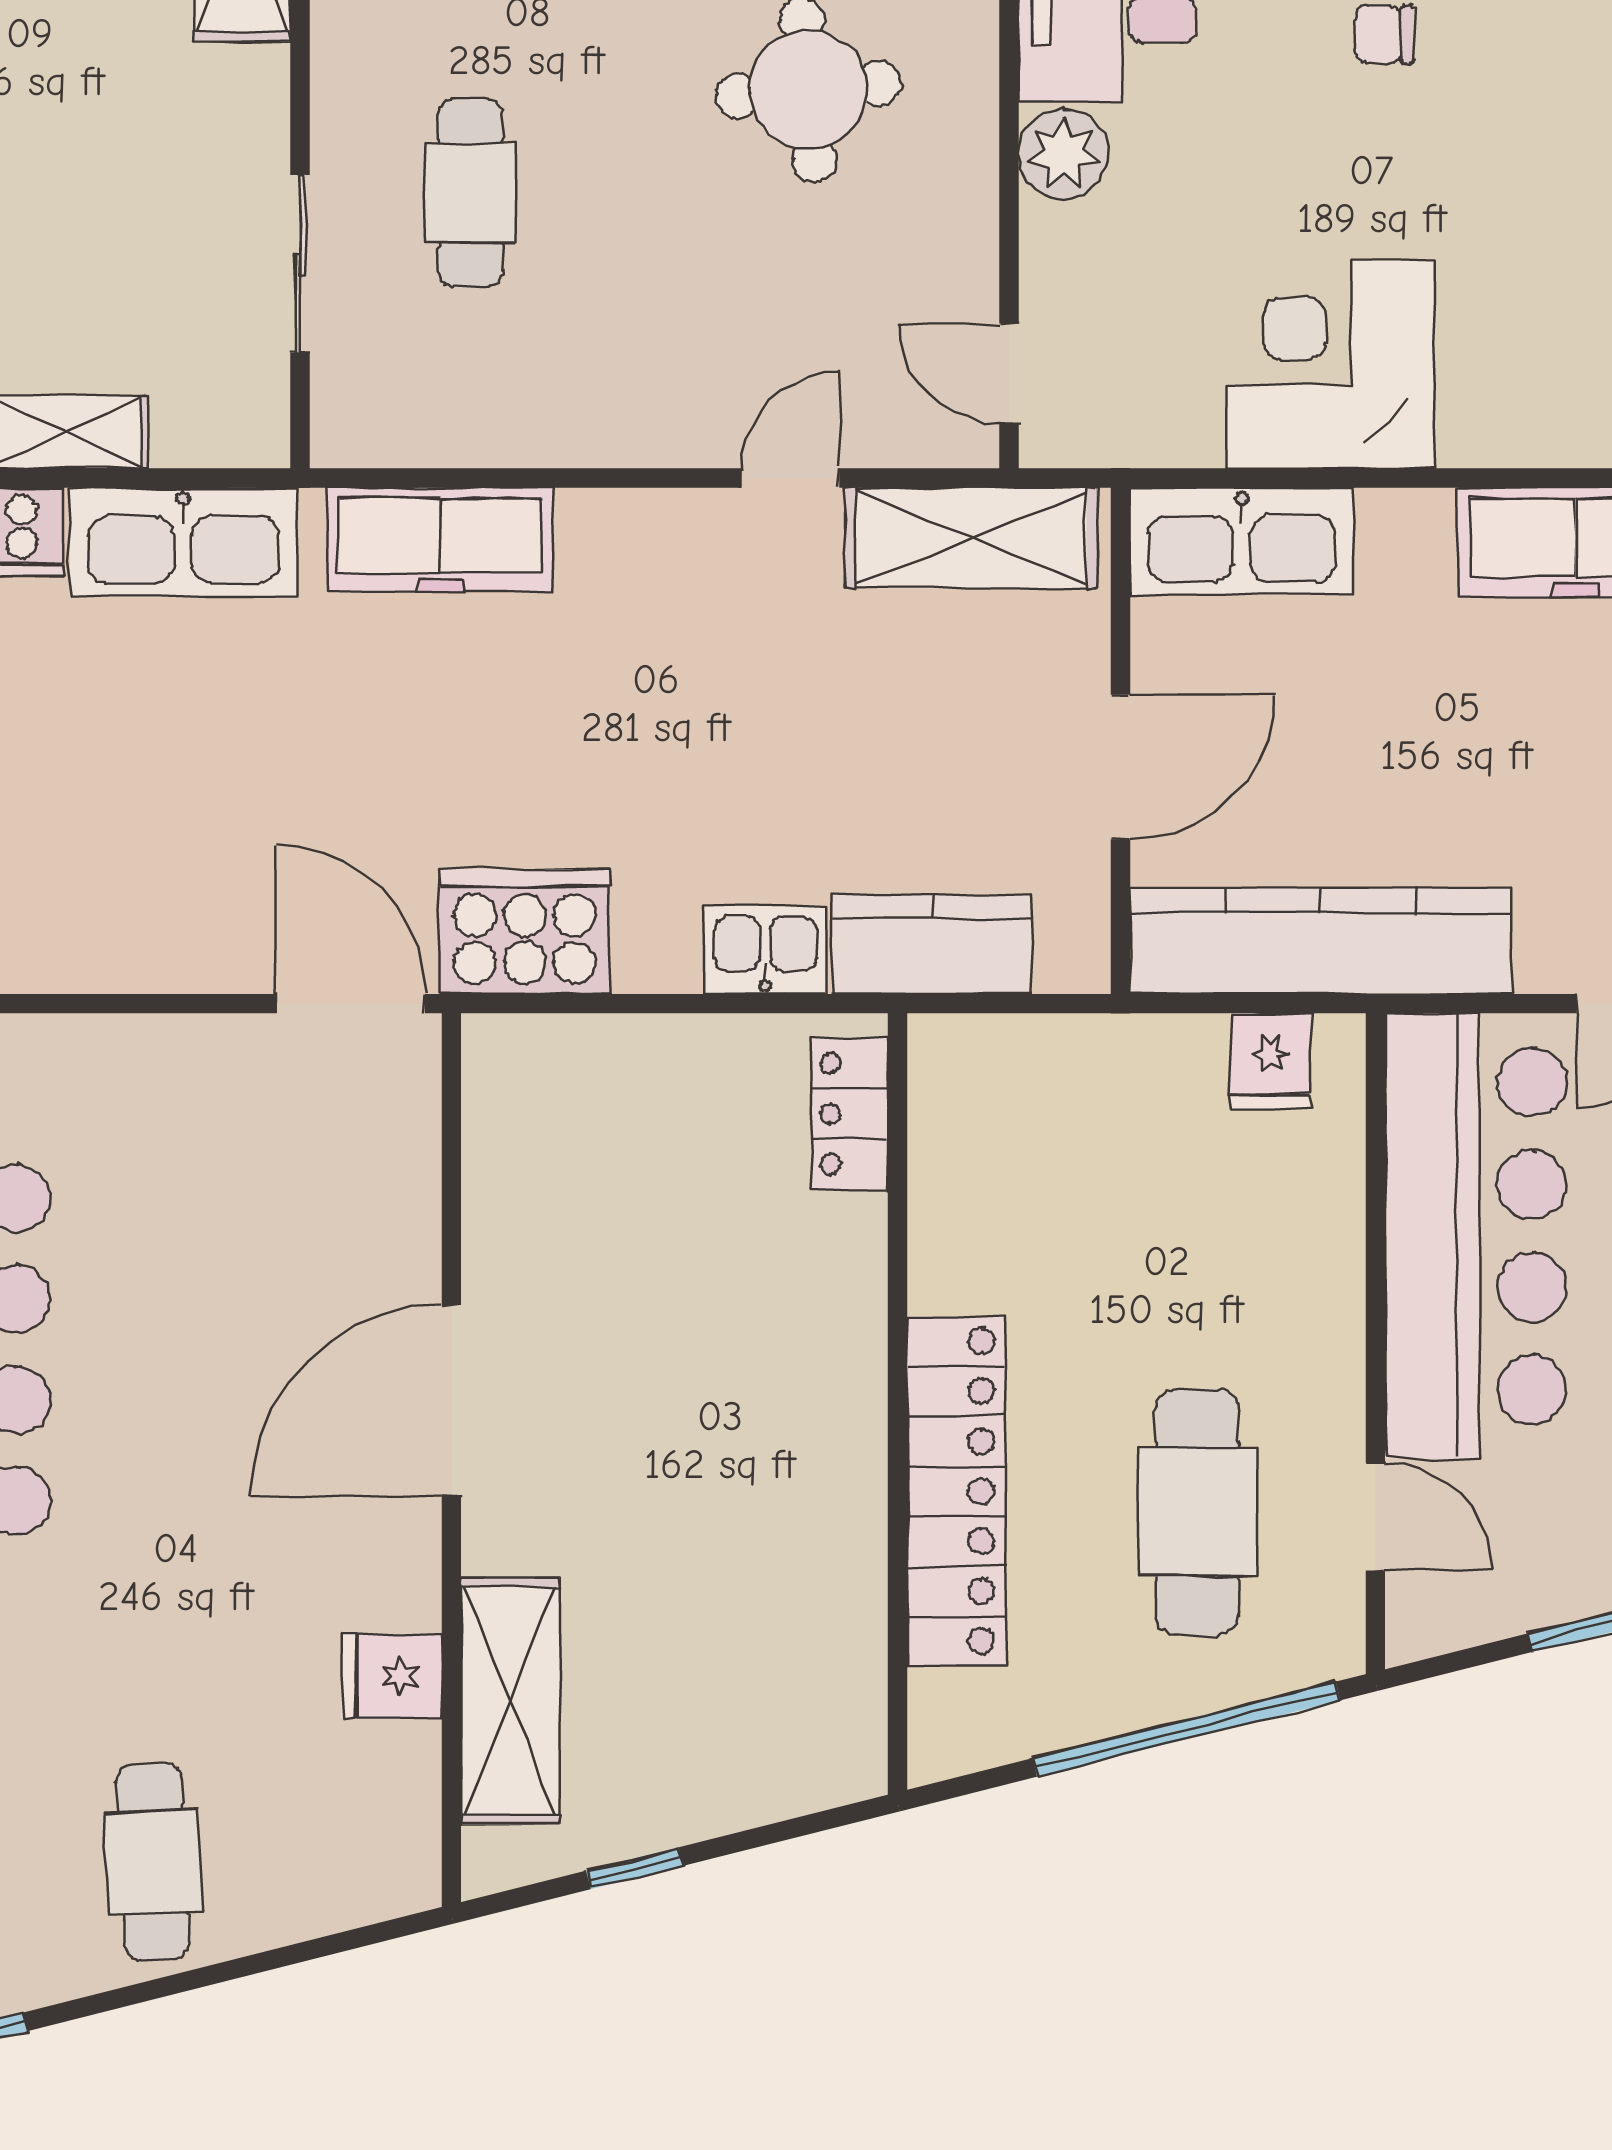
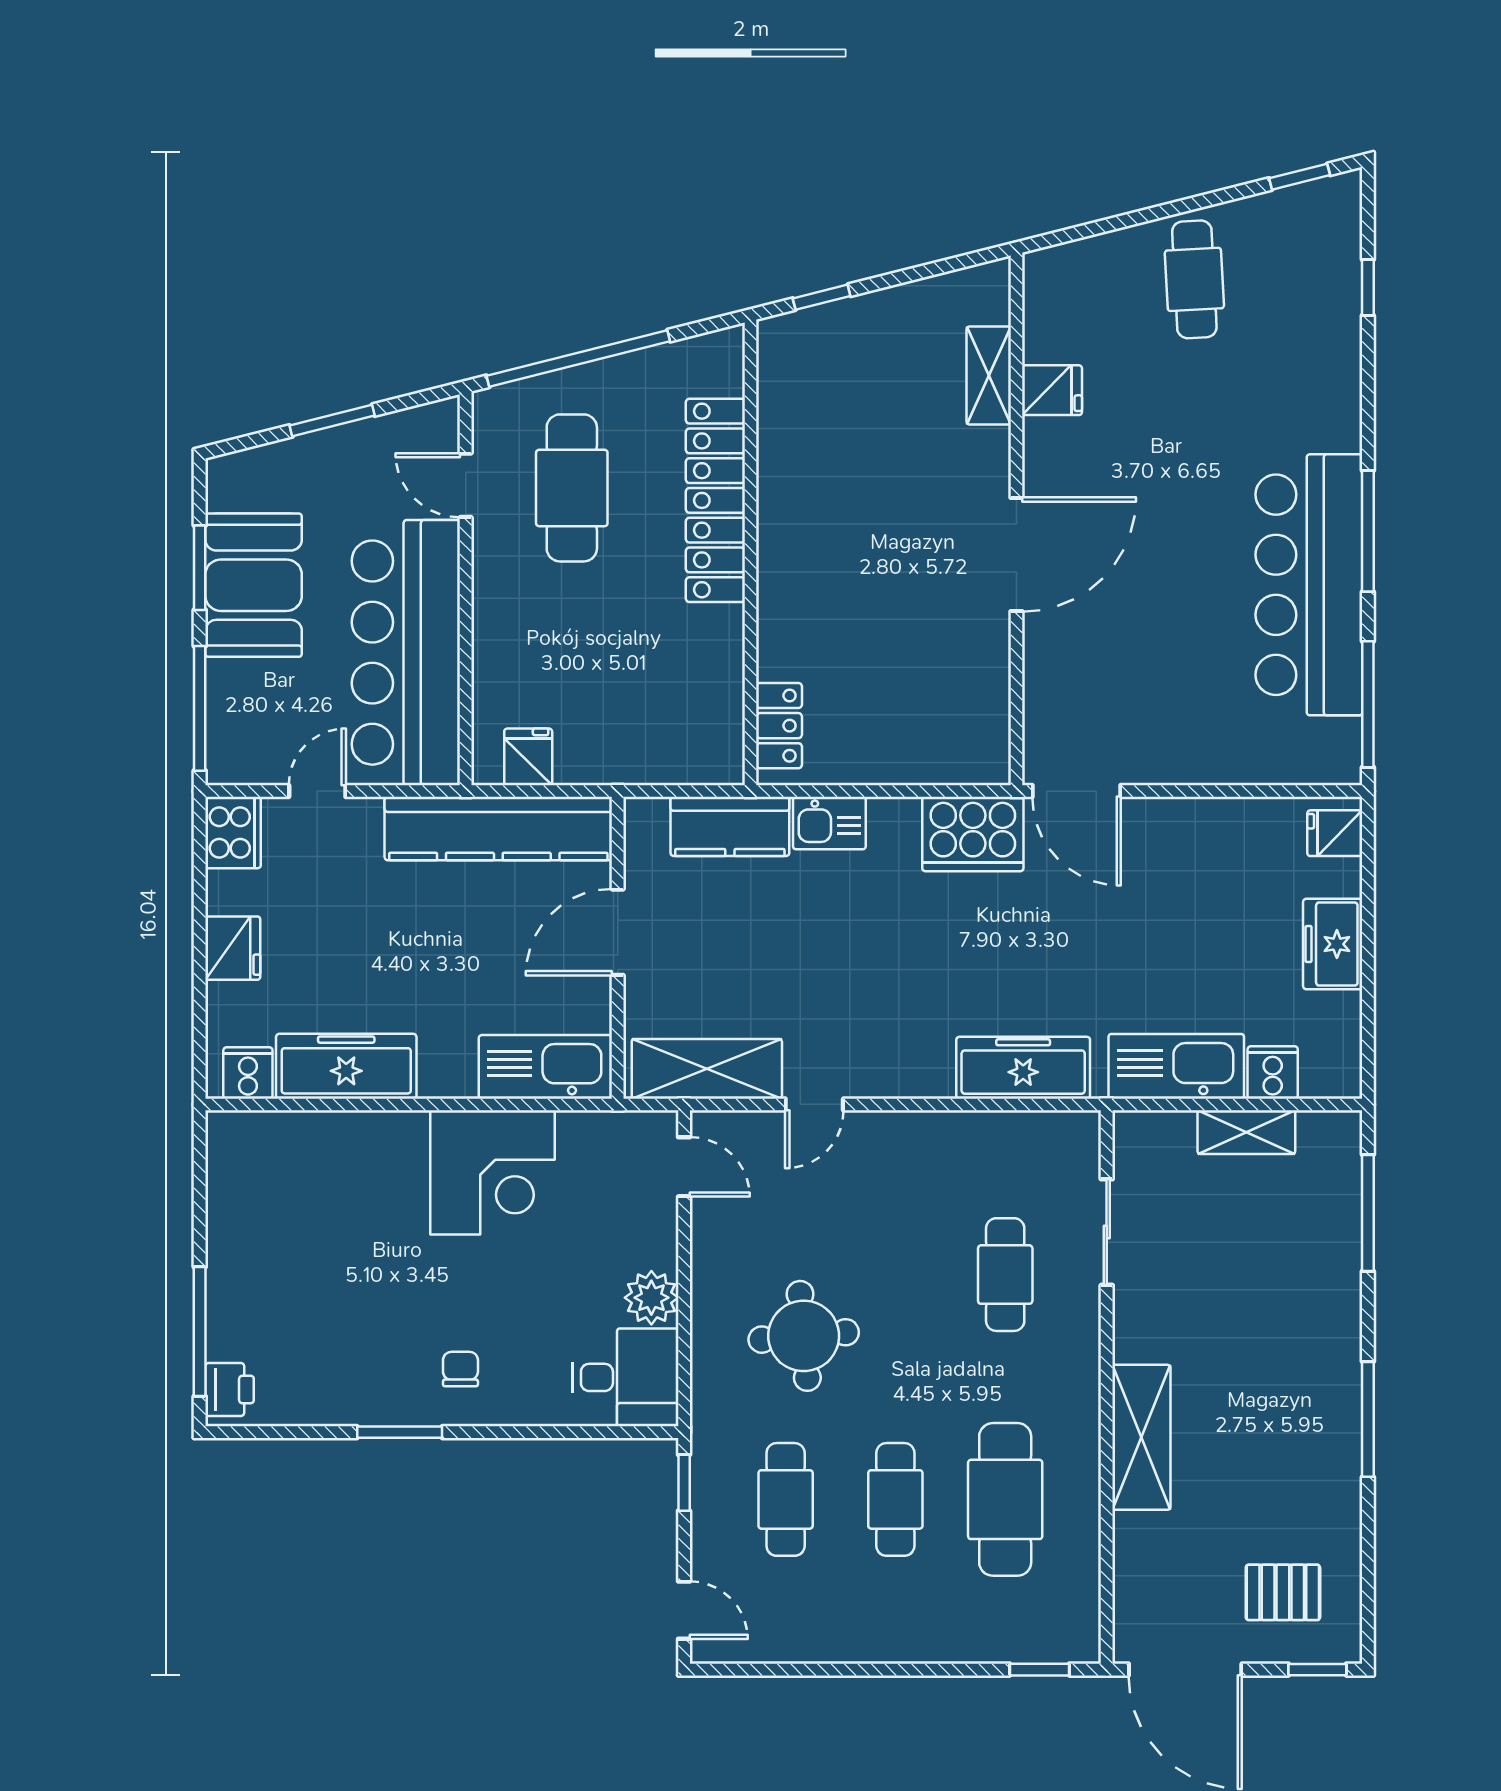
chair: (1384, 34) -> (460, 1369), turned -90
shelving: (510, 1701) -> (989, 375), width x0.67, depth x0.75
window: (635, 1868) -> (822, 297), moved

